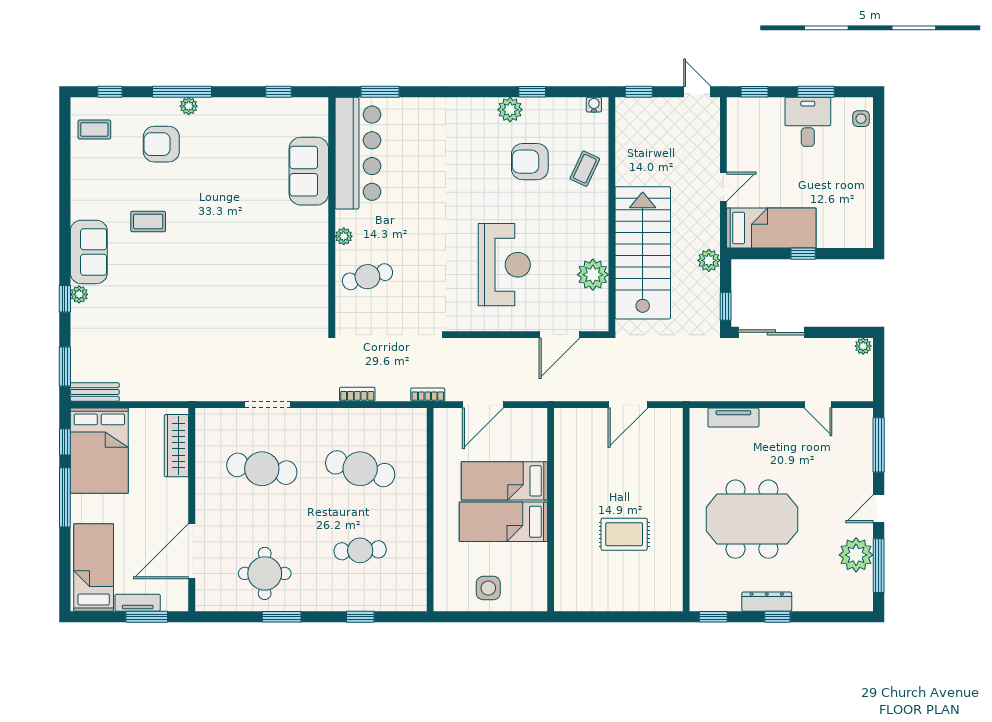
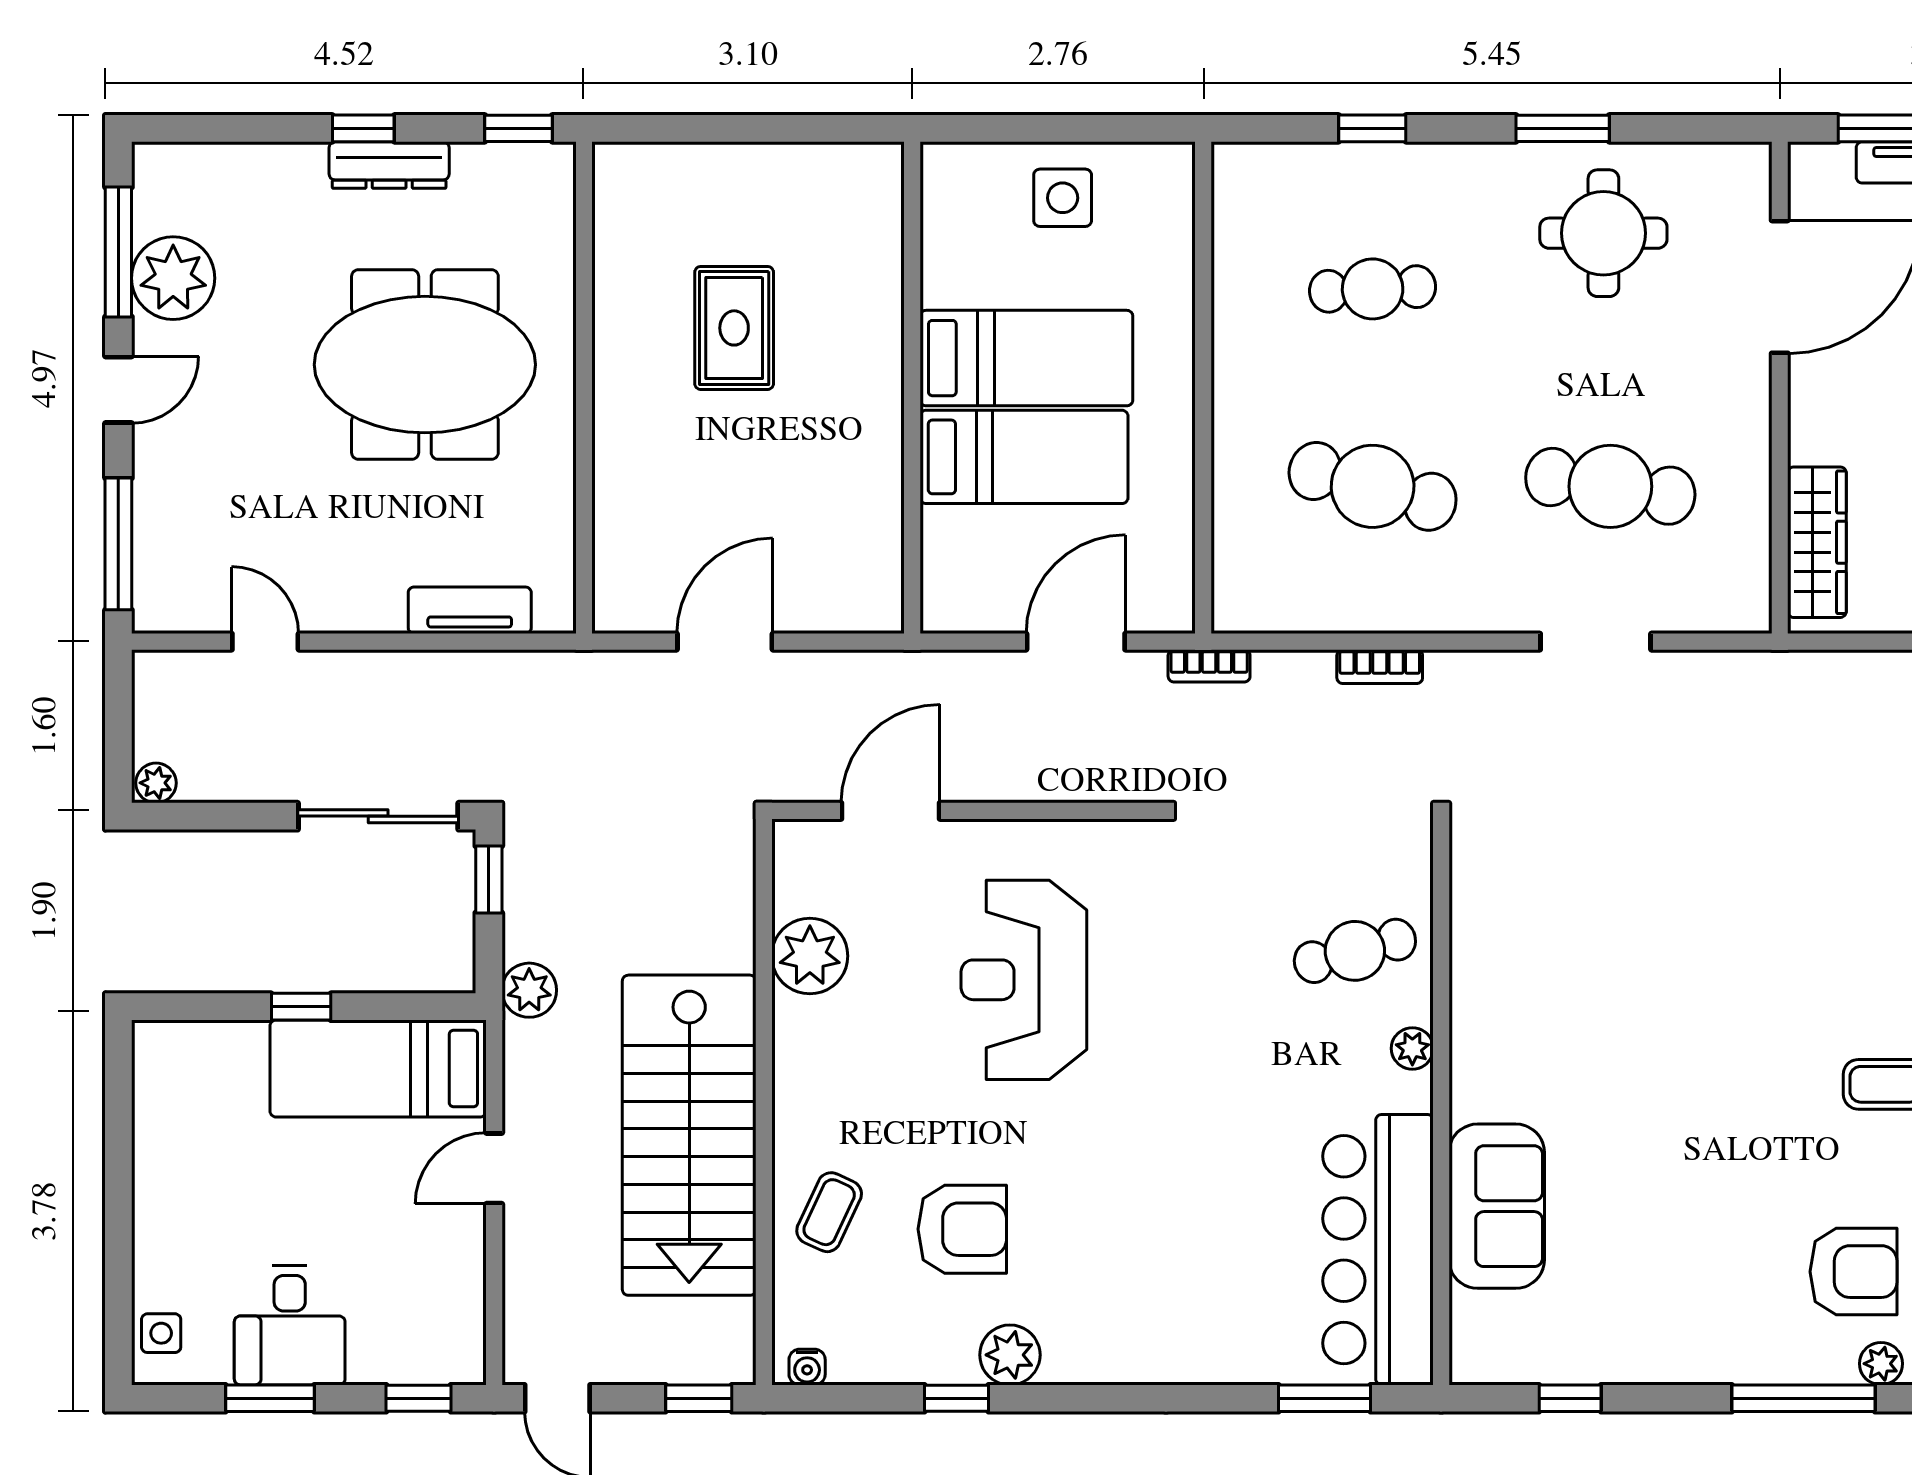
plant: (189, 106) -> (1881, 1364), moved
stairs: (643, 253) -> (689, 1135), moved
rug: (624, 534) -> (734, 328), turned 90

